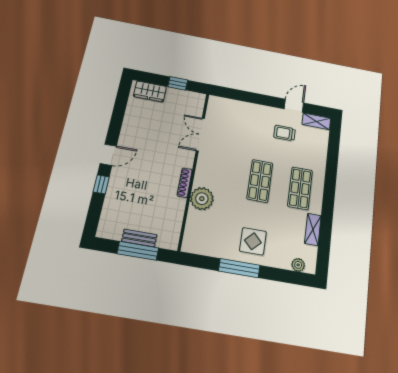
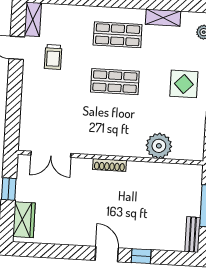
double door: (200, 134) -> (51, 154), moved
shoe rack: (185, 183) -> (109, 165), moved
plant: (202, 199) -> (159, 146), moved
bench: (139, 238) -> (193, 235), moved

